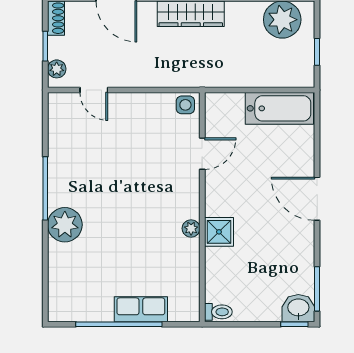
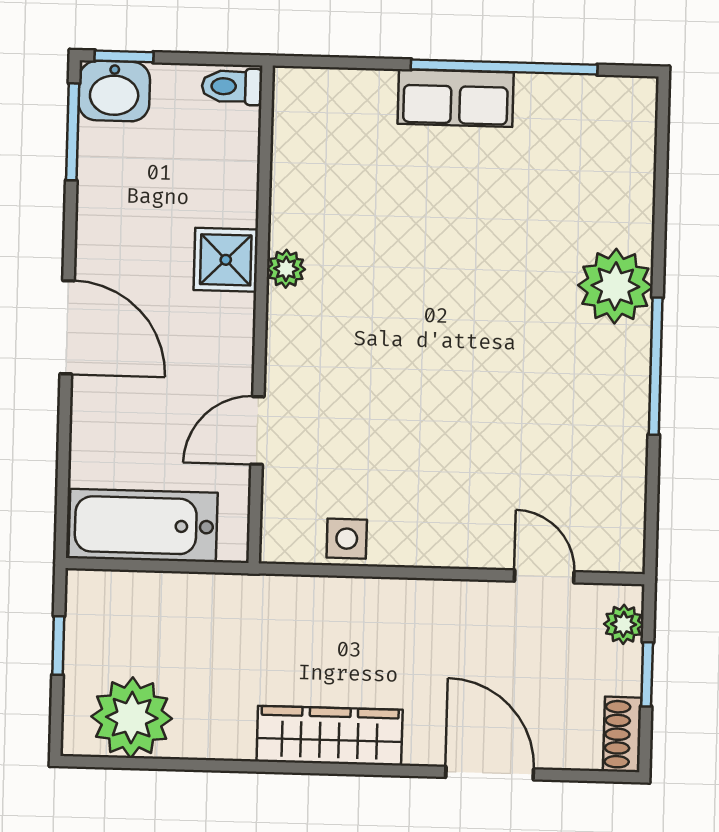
door: (202, 154) -> (257, 430), moved
wall: (202, 207) -> (261, 314), moved
plant: (191, 228) -> (286, 269), moved
shower: (219, 232) -> (226, 260), moved
toilet: (218, 312) -> (232, 86), moved

